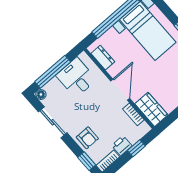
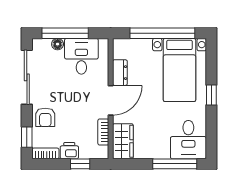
dresser: (103, 58) -> (120, 73), moved
floor lamp: (41, 94) -> (58, 44), moved
sliding door: (53, 122) -> (27, 77), width x1.37

